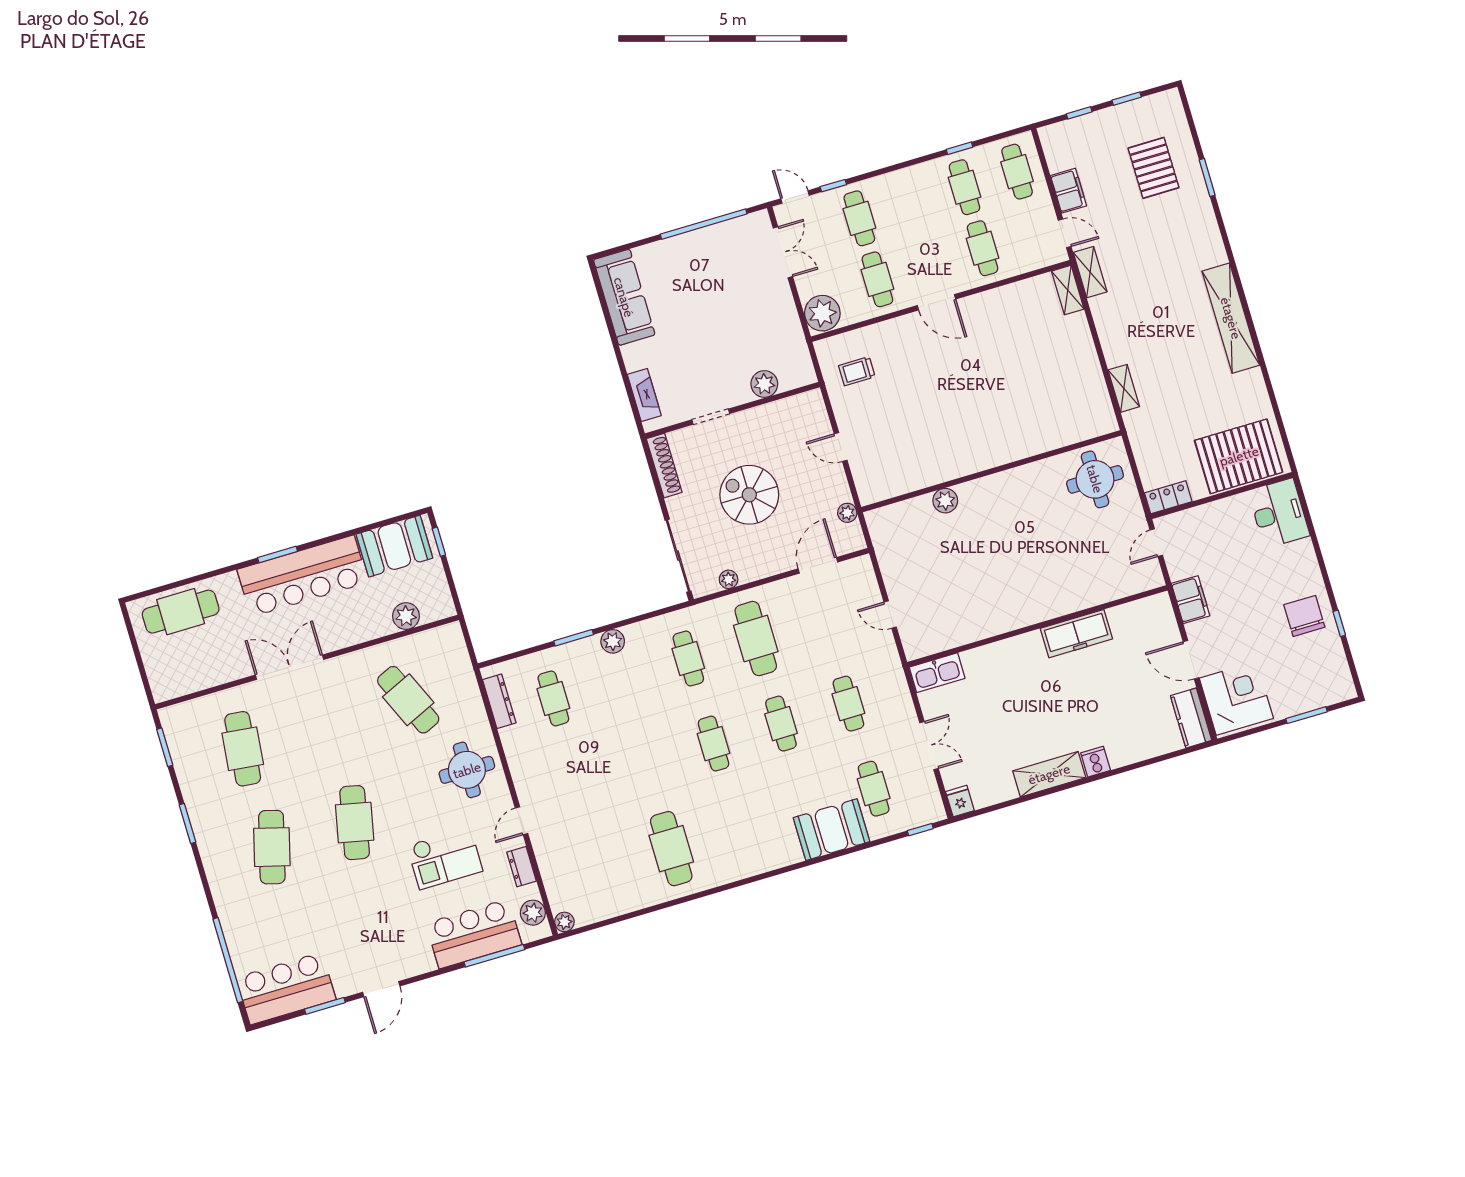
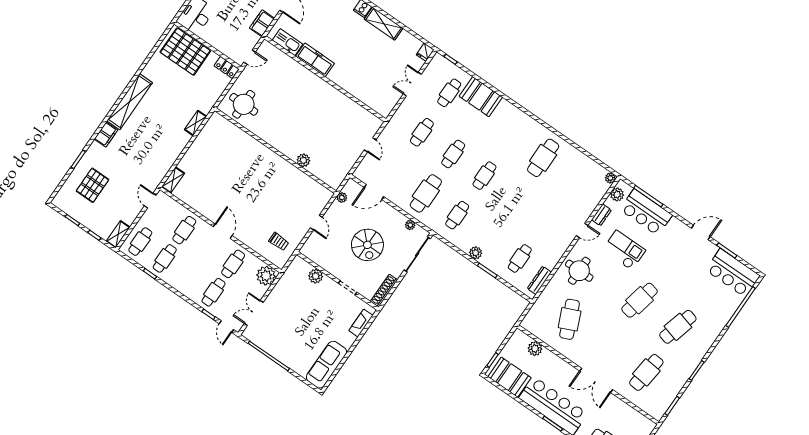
filing cabinet: (1069, 191) -> (106, 135), moved, turned 180
shelving: (1090, 272) -> (118, 234), moved
kitchen sink: (937, 673) -> (288, 42), moved

